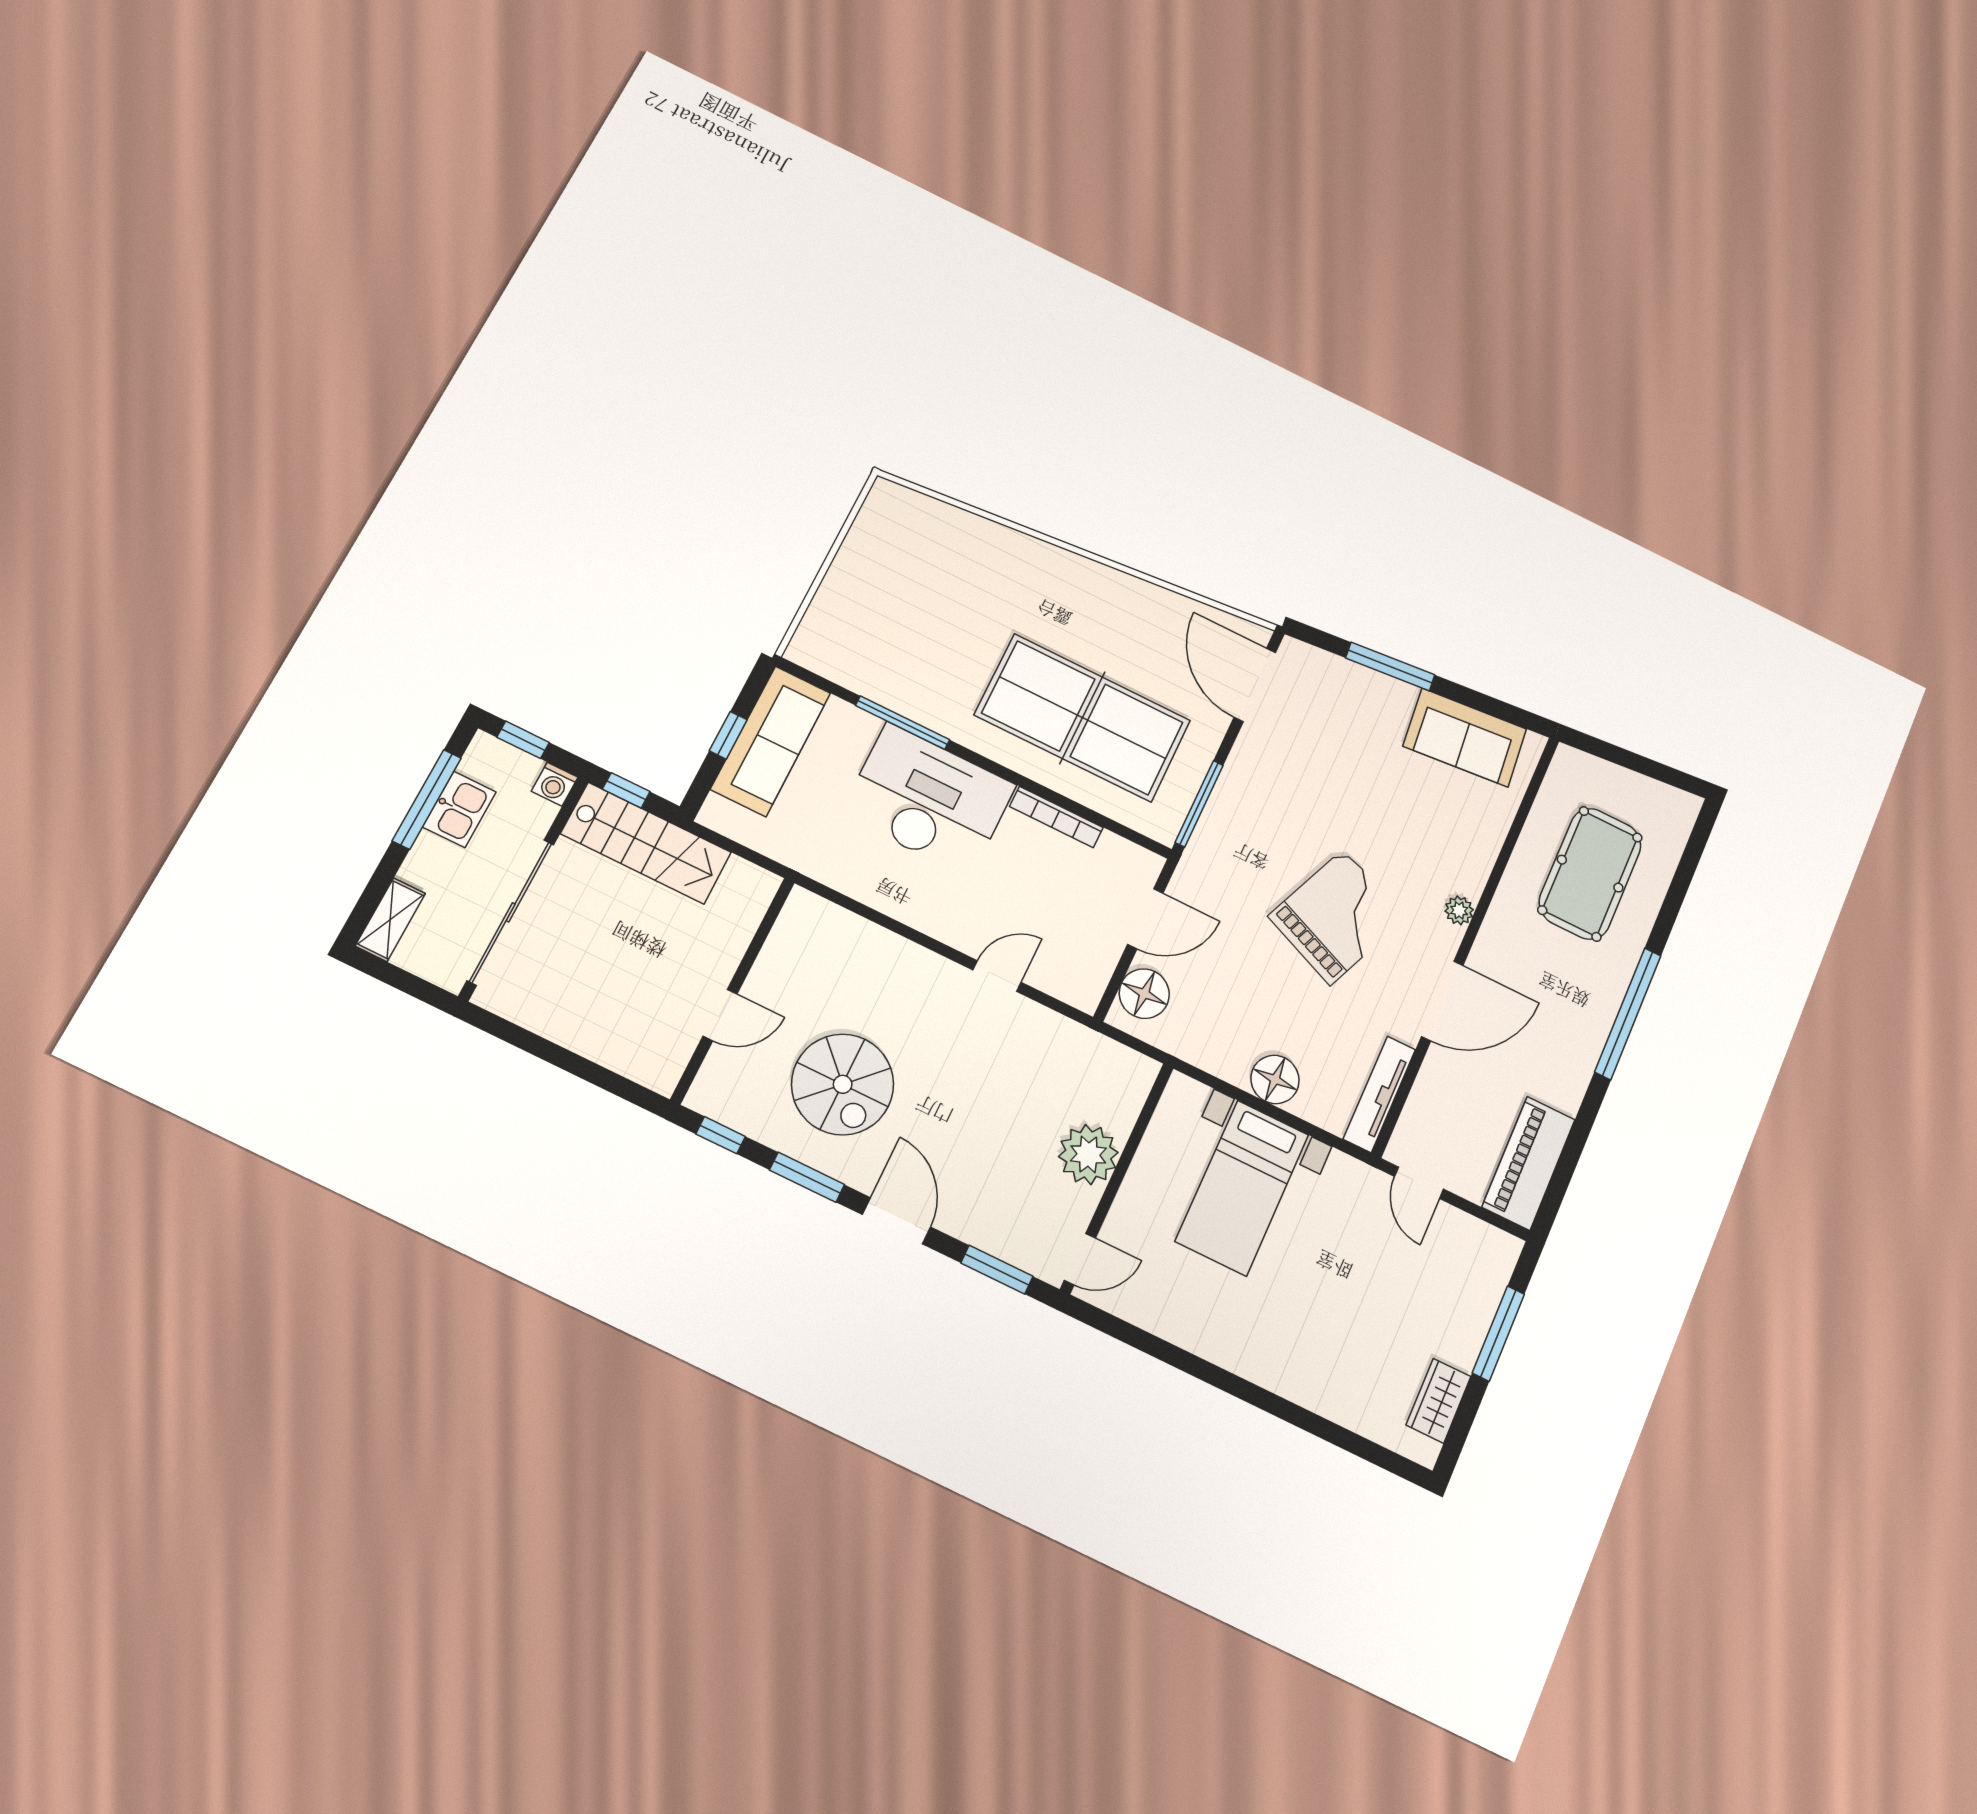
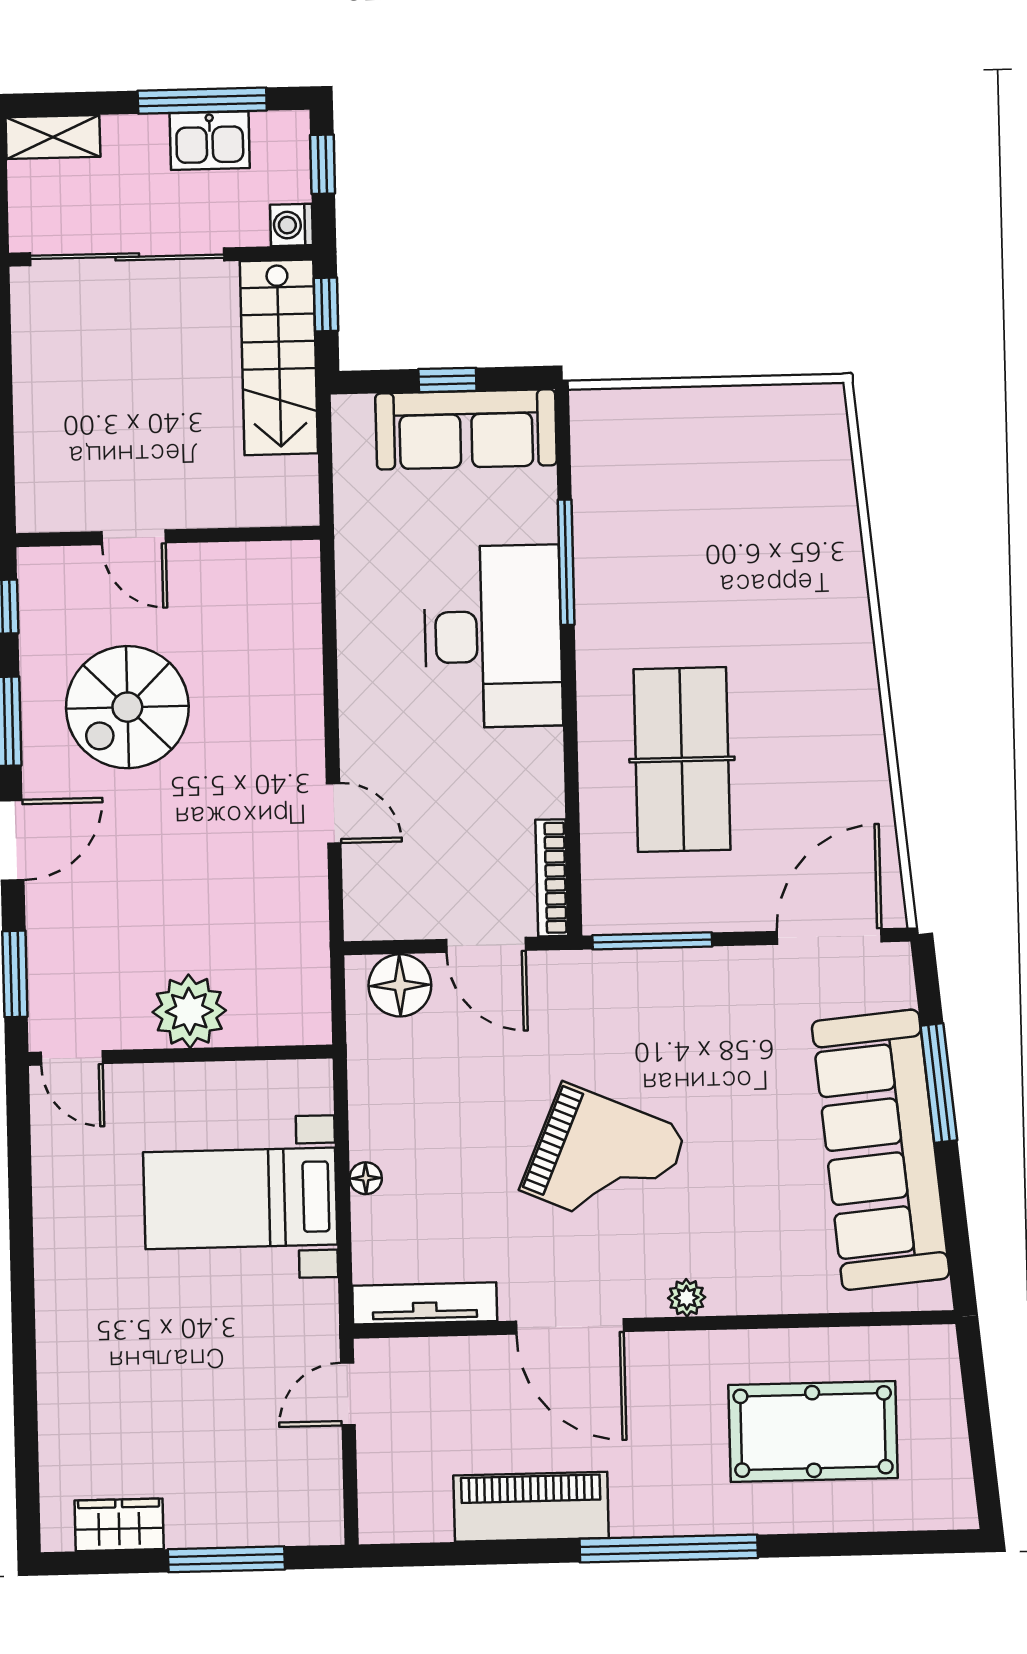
table tennis table: (1083, 718) -> (682, 760), width x0.73, depth x0.76
sofa: (1465, 738) -> (881, 1150), width x1.85, depth x1.27
bookcase: (1056, 817) -> (552, 878), moved
floor lamp: (1275, 1079) -> (366, 1178), width x0.53, depth x0.53
piano: (1529, 1163) -> (531, 1507), moved

